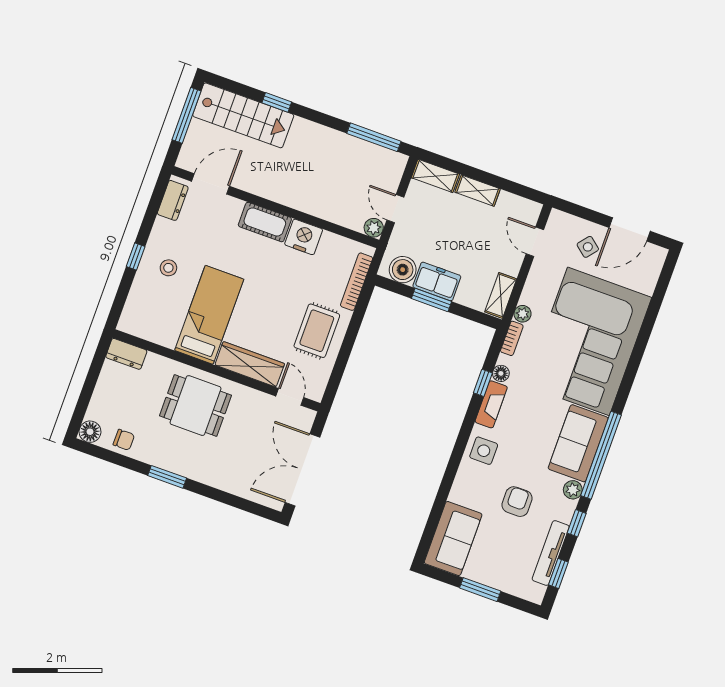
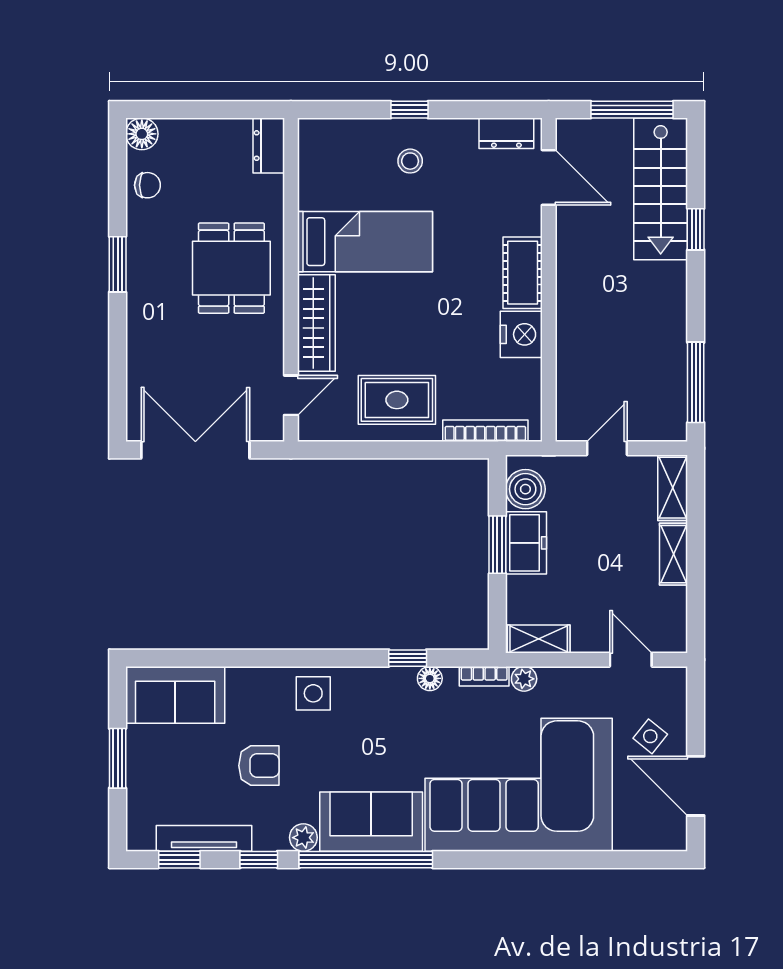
plant: (374, 228) -> (569, 428), removed
door: (535, 242) -> (631, 660), hinge flipped
fireplace: (491, 404) -> (382, 680), removed
chair: (124, 440) -> (147, 185), turned -90

